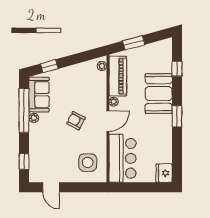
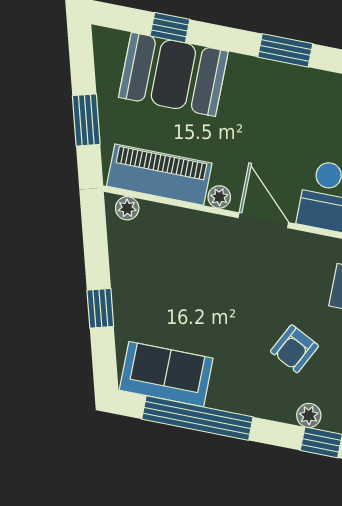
window: (49, 66) -> (100, 308), moved
booth: (159, 94) -> (173, 74), moved
plant: (34, 118) -> (309, 415), moved
armchair: (76, 121) -> (294, 349), moved

